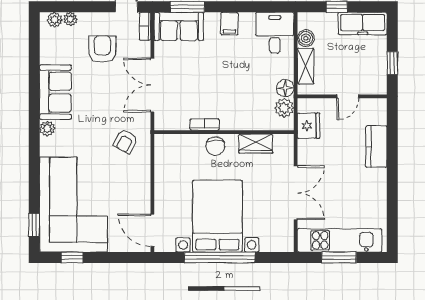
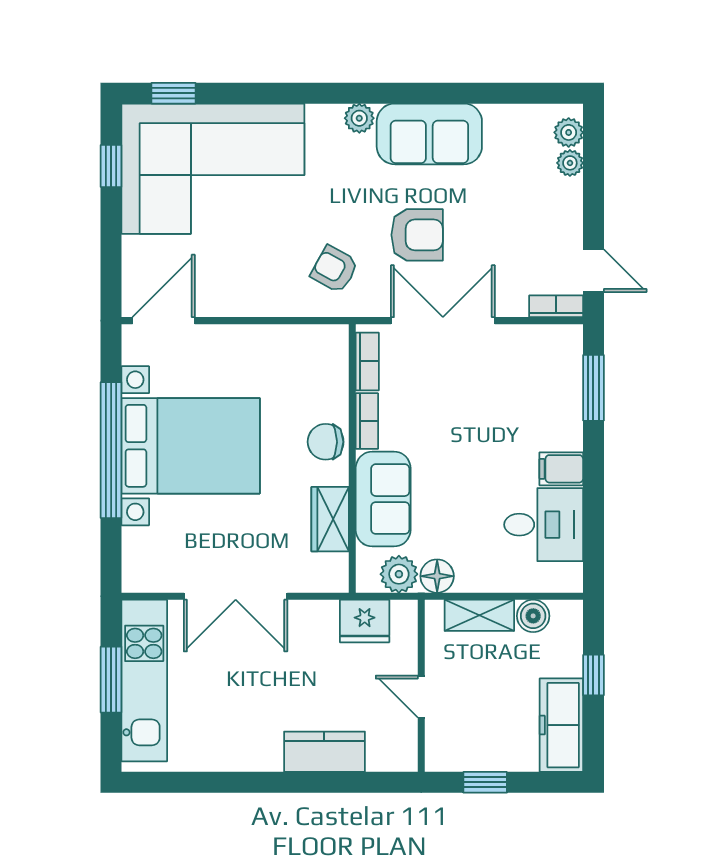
sofa: (179, 26) -> (383, 499), moved, turned 180
desk: (275, 33) -> (544, 525), moved
armchair: (102, 49) -> (417, 235), moved
bookcase: (174, 124) -> (367, 361), added

